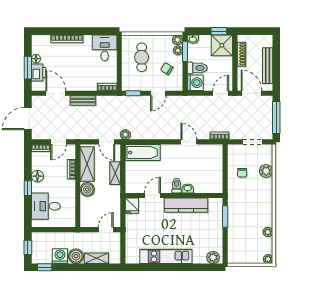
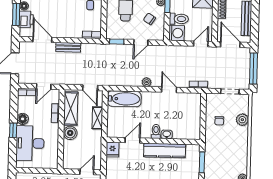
plant: (125, 135) -> (147, 82), moved
desk: (46, 206) -> (30, 143), width x1.37

